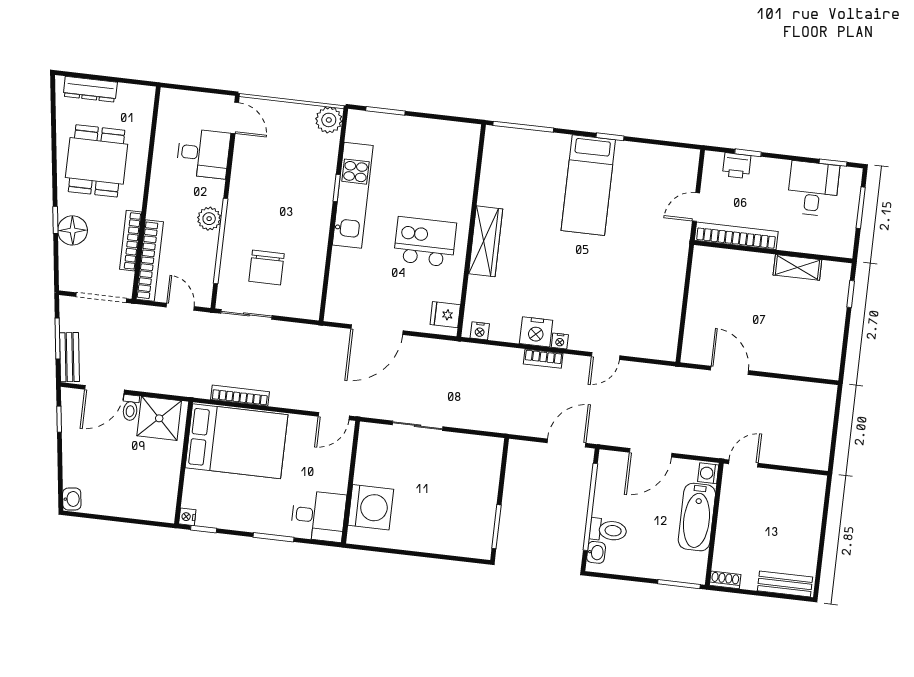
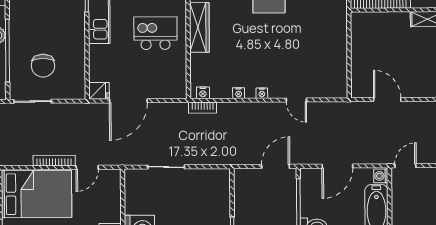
fridge: (445, 315) -> (99, 91), moved, turned 180
nightstand: (536, 332) -> (239, 93), width x0.53, depth x0.56
door: (606, 356) -> (296, 100), hinge flipped
bookcase: (543, 359) -> (203, 108), moved
bookcase: (240, 396) -> (54, 161), moved
door: (334, 416) -> (87, 167), moved

